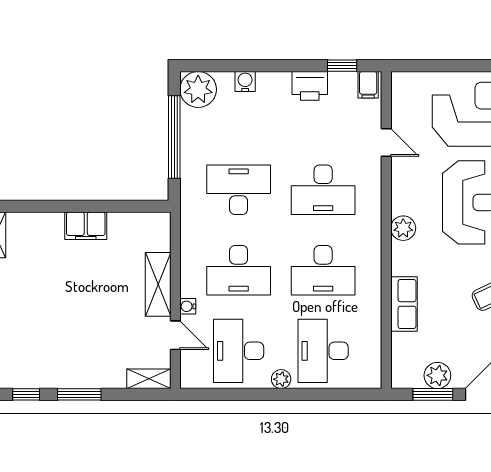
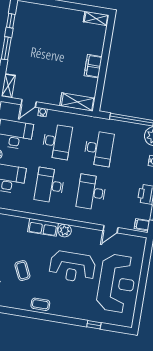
desk: (239, 270) -> (57, 142), turned 180
shelving: (158, 284) -> (77, 102), moved
row of seats: (404, 304) -> (43, 227), moved

